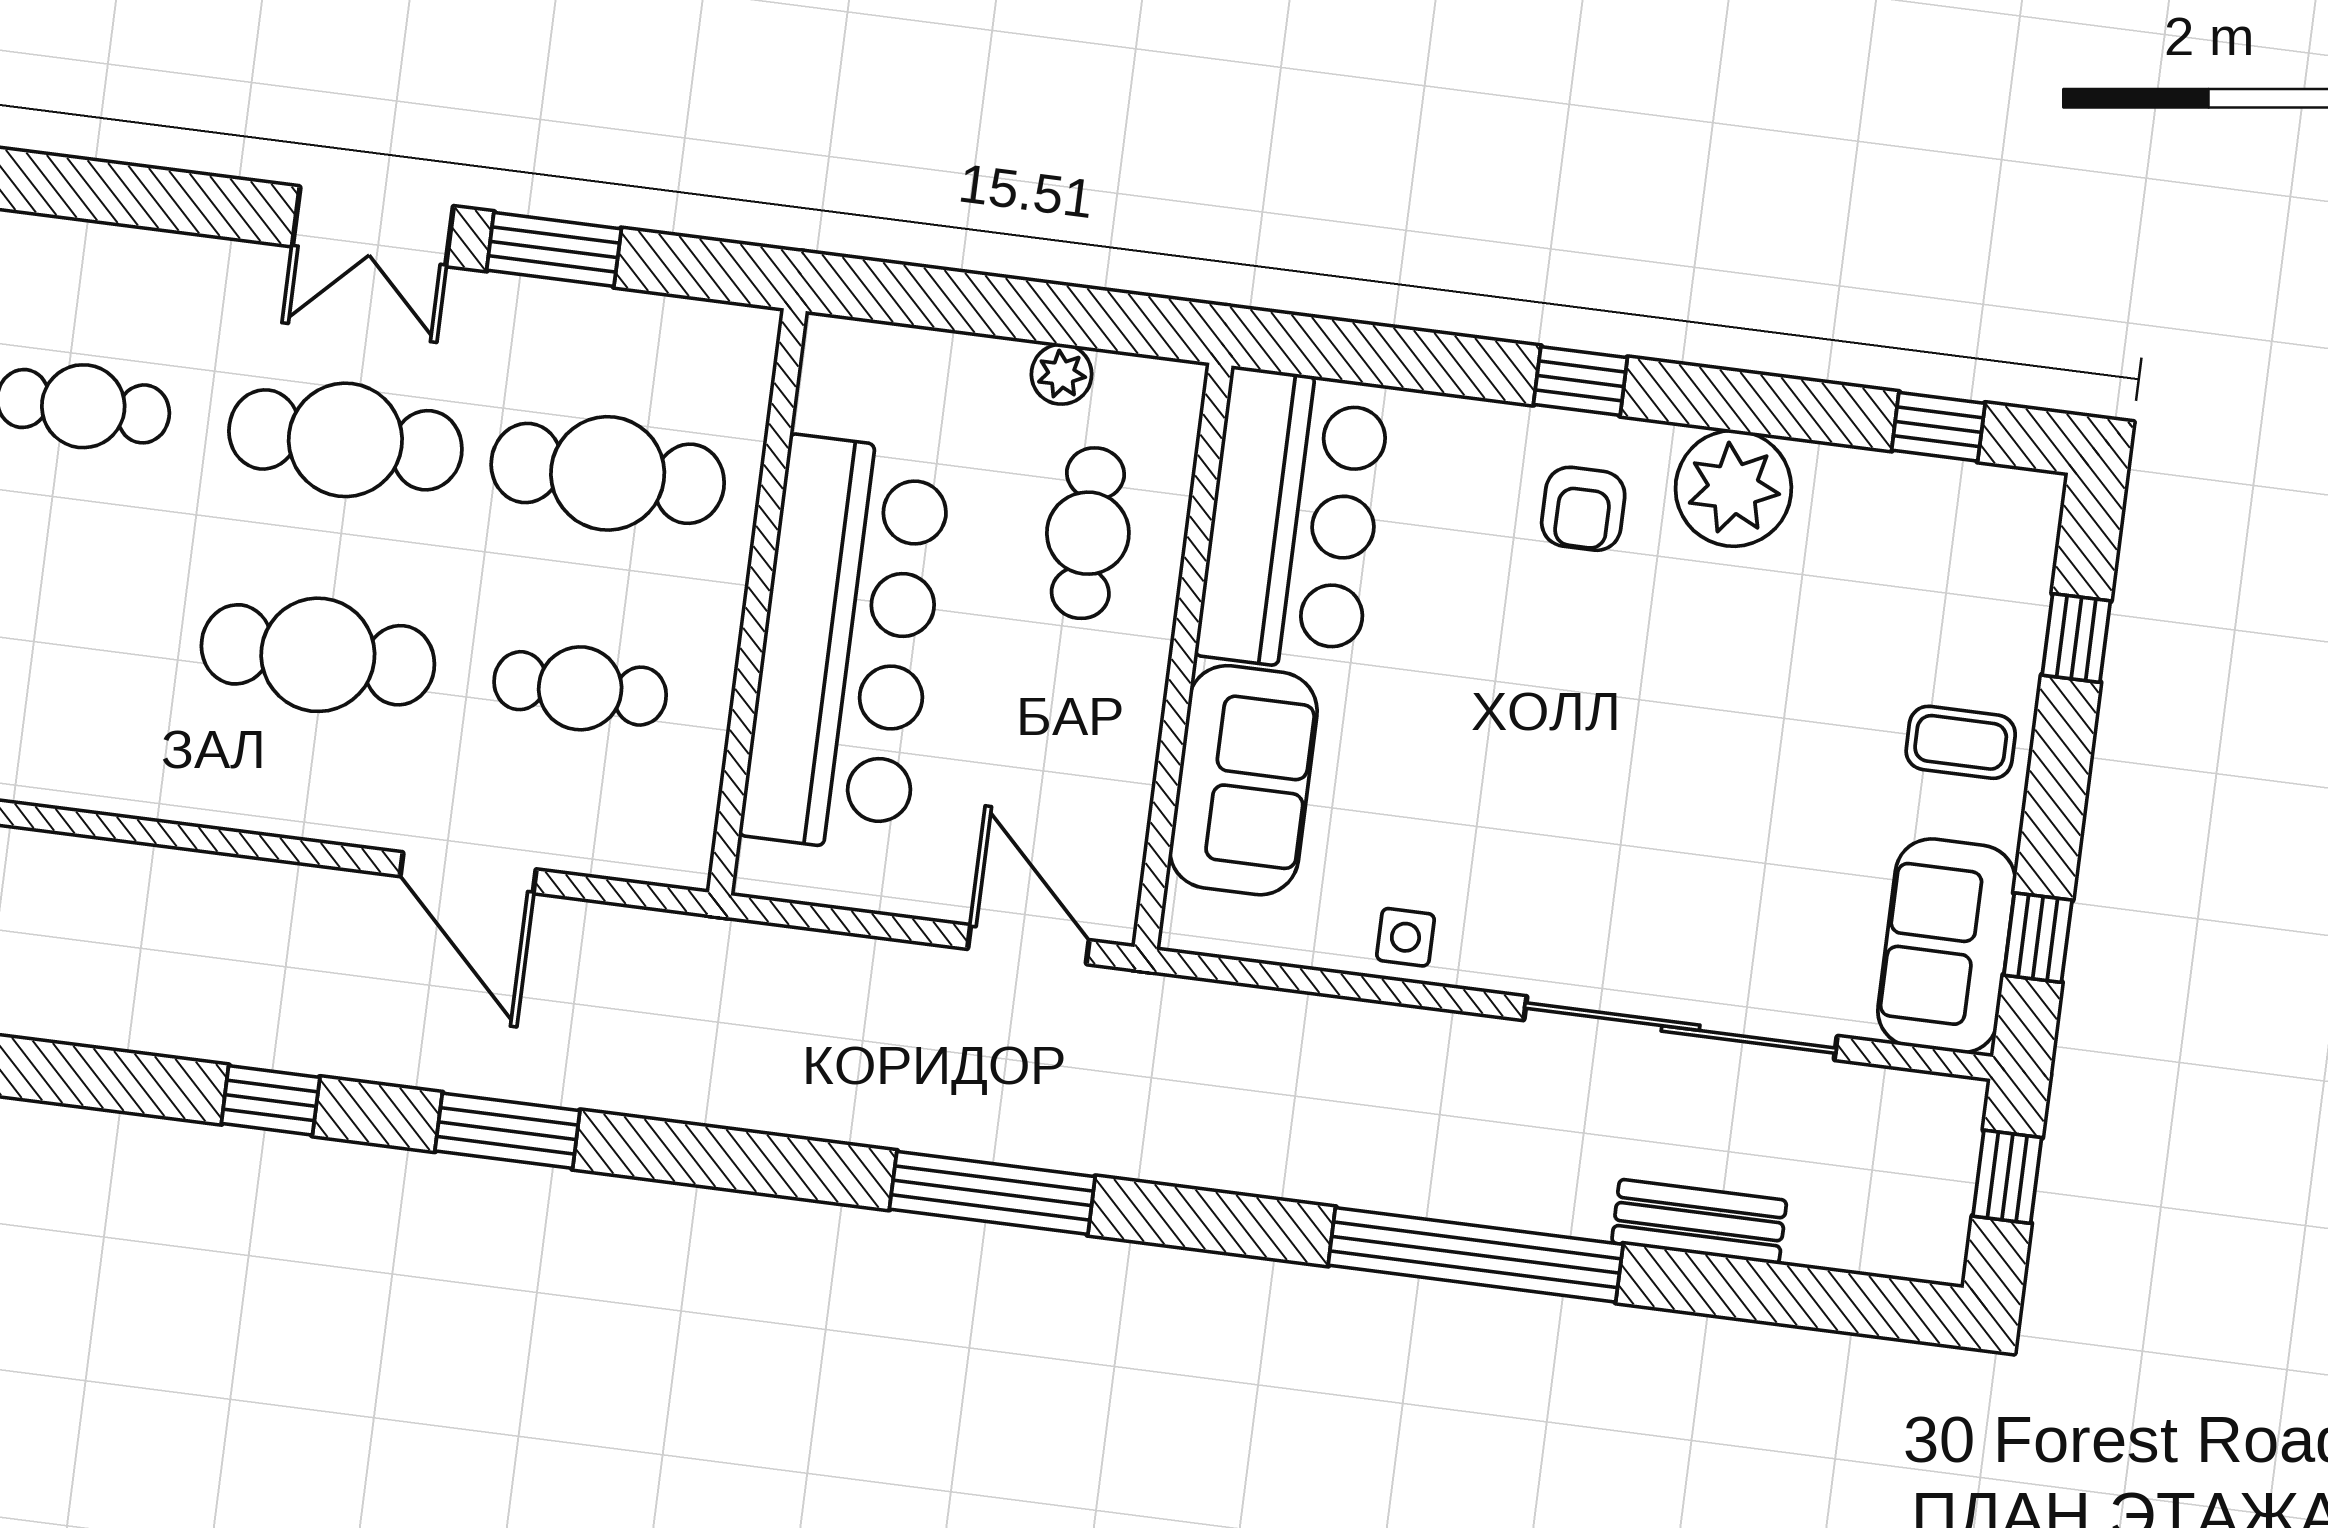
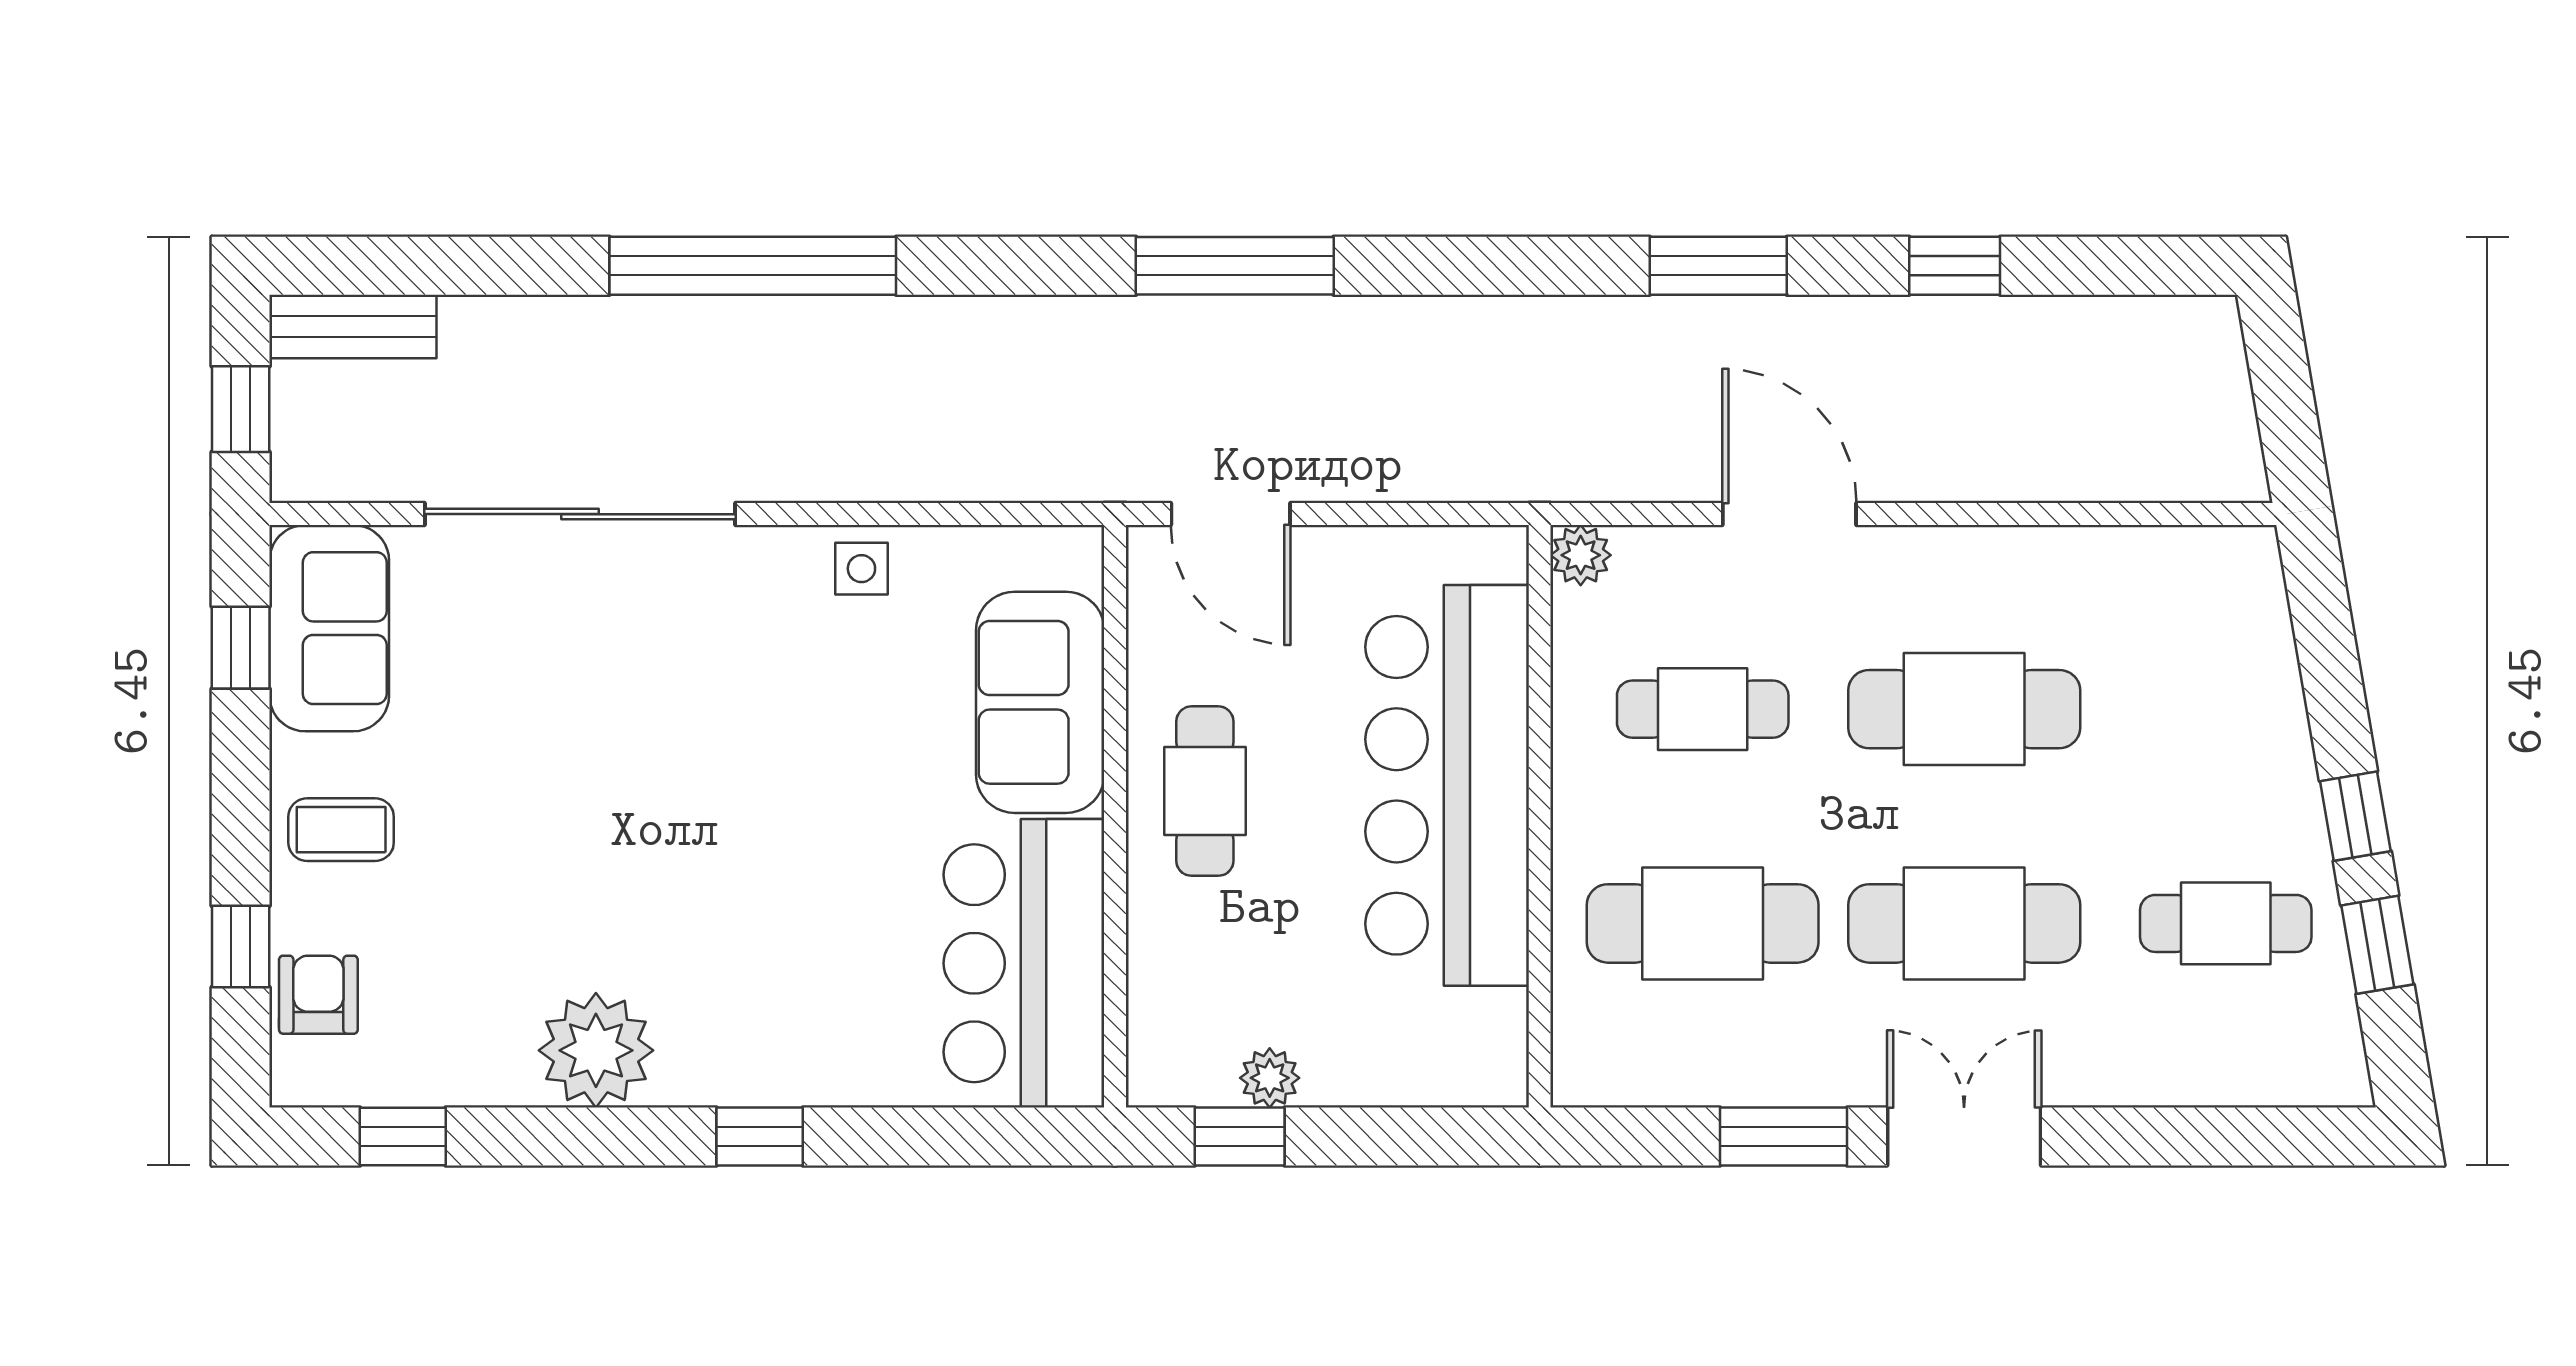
window: (1099, 319) -> (1240, 1136), added
armchair: (1583, 509) -> (318, 995), moved
cafe table: (1088, 533) -> (1205, 791), moved
plant: (683, 858) -> (1581, 555), added
bench: (1699, 1222) -> (353, 326), moved

